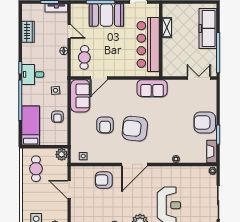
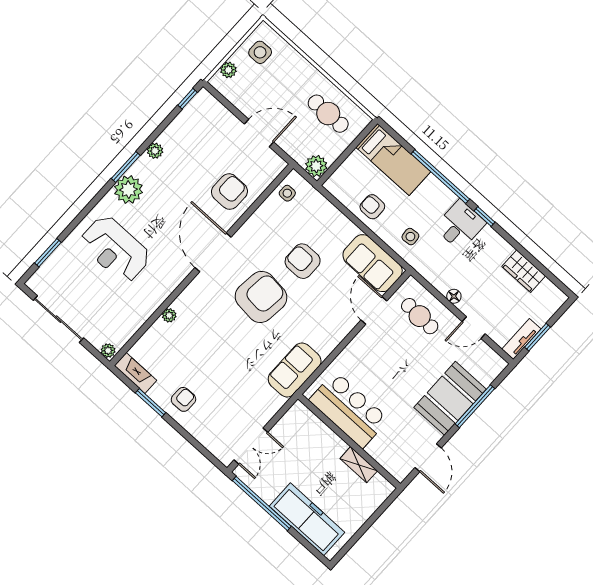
bar counter: (148, 44) -> (349, 410), width x0.73
armchair: (205, 122) -> (183, 399), width x0.53, depth x0.53

